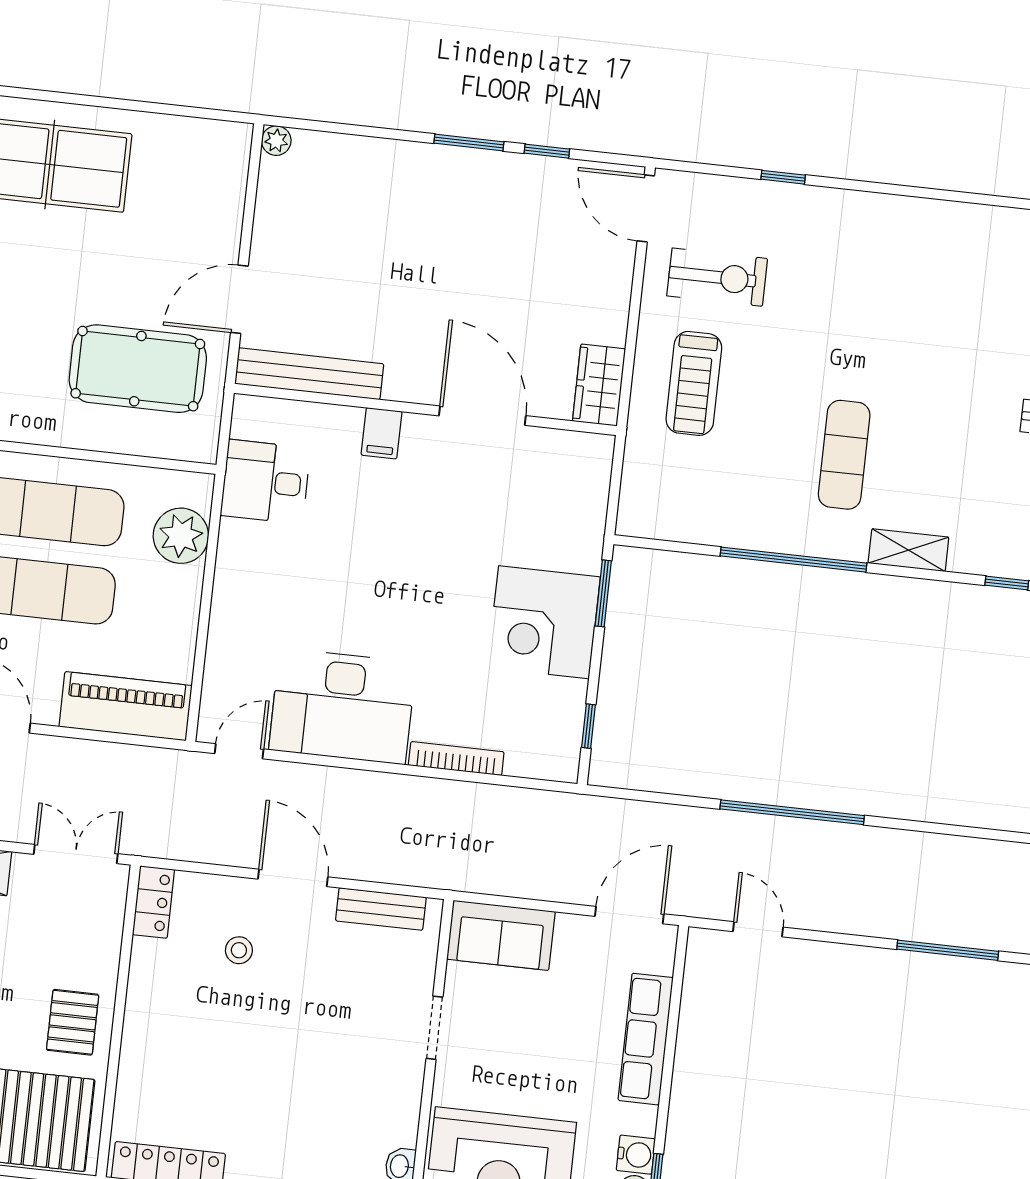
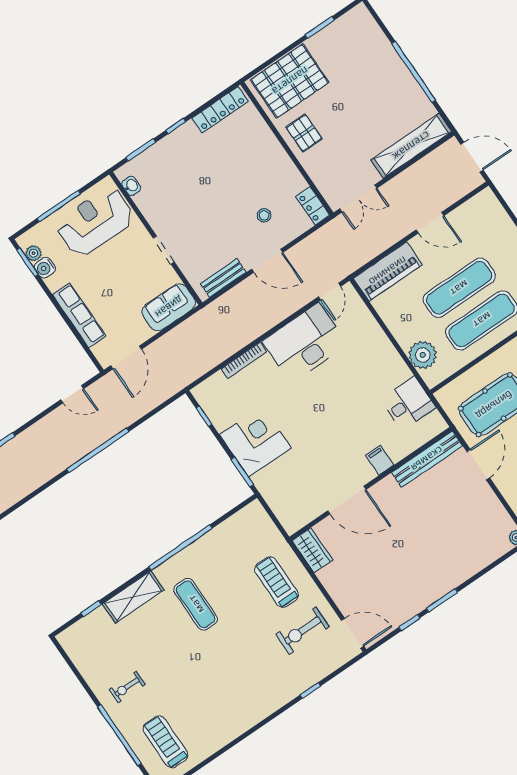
shelving: (908, 550) -> (133, 597), width x1.50, depth x1.33

